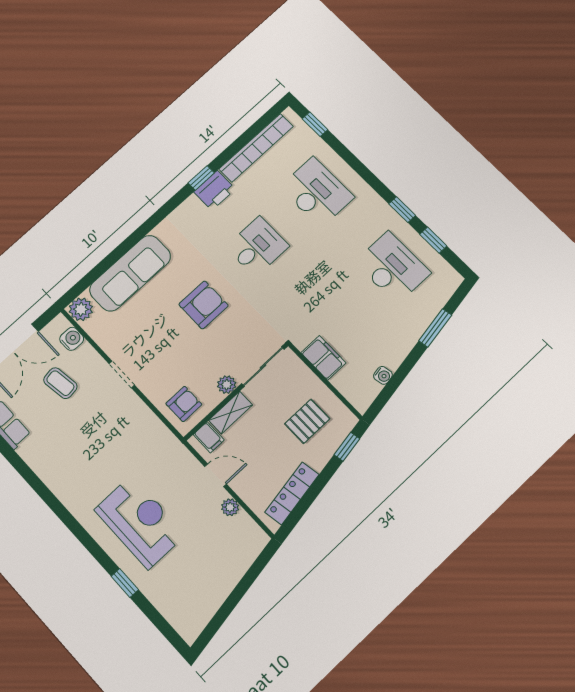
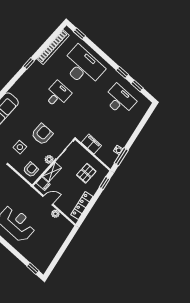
printer: (215, 190) -> (36, 69), removed
desk: (317, 192) -> (83, 67), width x1.36, depth x1.30
armchair: (204, 305) -> (42, 134), moved
window: (435, 328) -> (121, 157), moved
side table: (165, 353) -> (20, 147), added
window: (125, 583) -> (33, 269), moved

